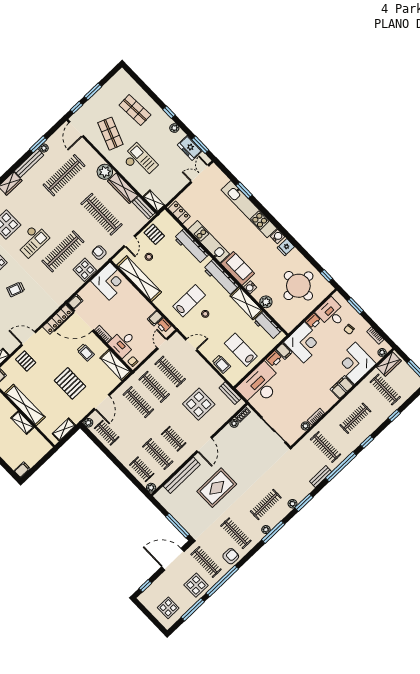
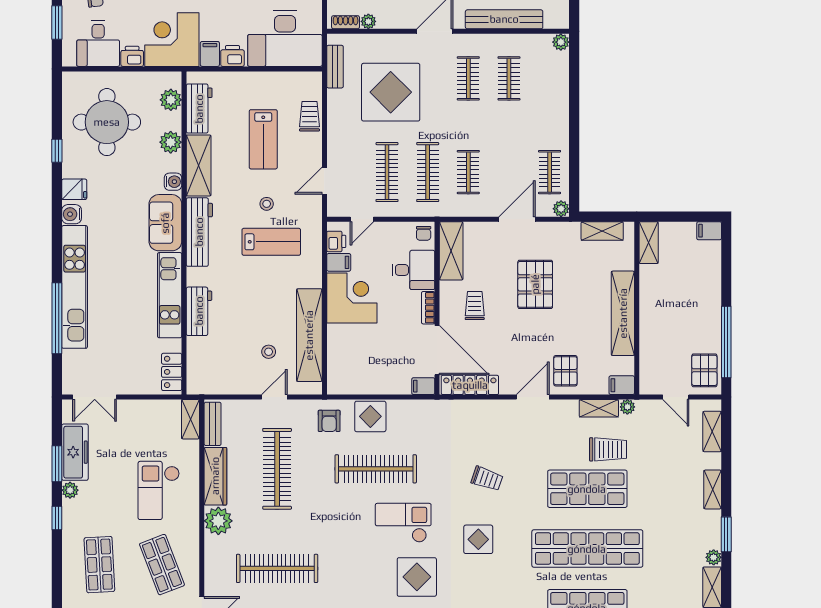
shop shelf: (110, 134) -> (162, 565), turned -42
window: (200, 145) -> (57, 464), moved
freezer: (190, 148) -> (75, 452), width x1.40
window: (244, 190) -> (57, 318), width x2.11
pallet: (154, 234) -> (233, 375), removed
workbench: (191, 246) -> (199, 311), width x0.73
window: (326, 276) -> (57, 151), moved
corner desk: (110, 281) -> (352, 298), moved, turned 90
lab bench: (189, 301) -> (271, 242), turned 180
plant: (282, 318) -> (171, 100), added
door: (28, 338) -> (533, 397), swing flipped
door: (191, 345) -> (324, 181), hinge flipped
lab bench: (241, 350) -> (263, 139), moved
clothes rail: (138, 402) -> (468, 172), width x0.73
display table: (199, 404) -> (391, 92), width x1.36, depth x1.36
shelving: (22, 423) -> (649, 243), moved
clothes rail: (158, 454) -> (509, 78), width x0.73
clothes rail: (142, 469) -> (550, 78), removed

